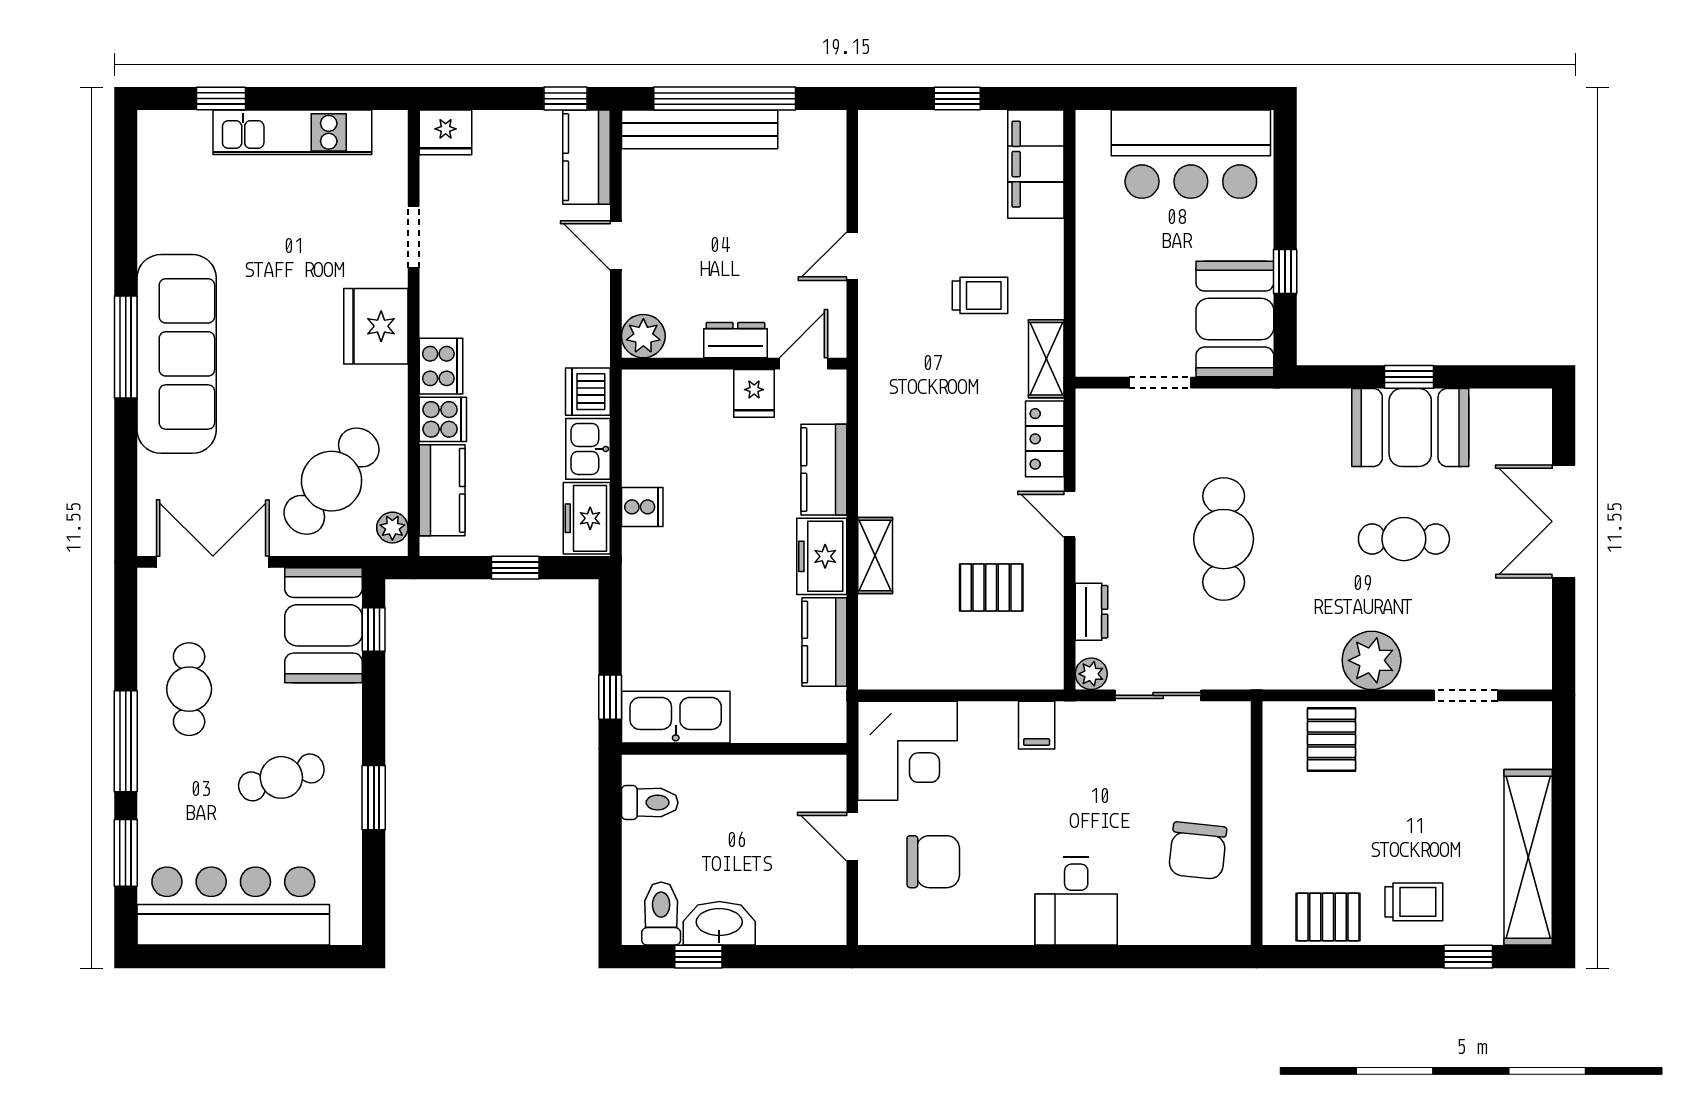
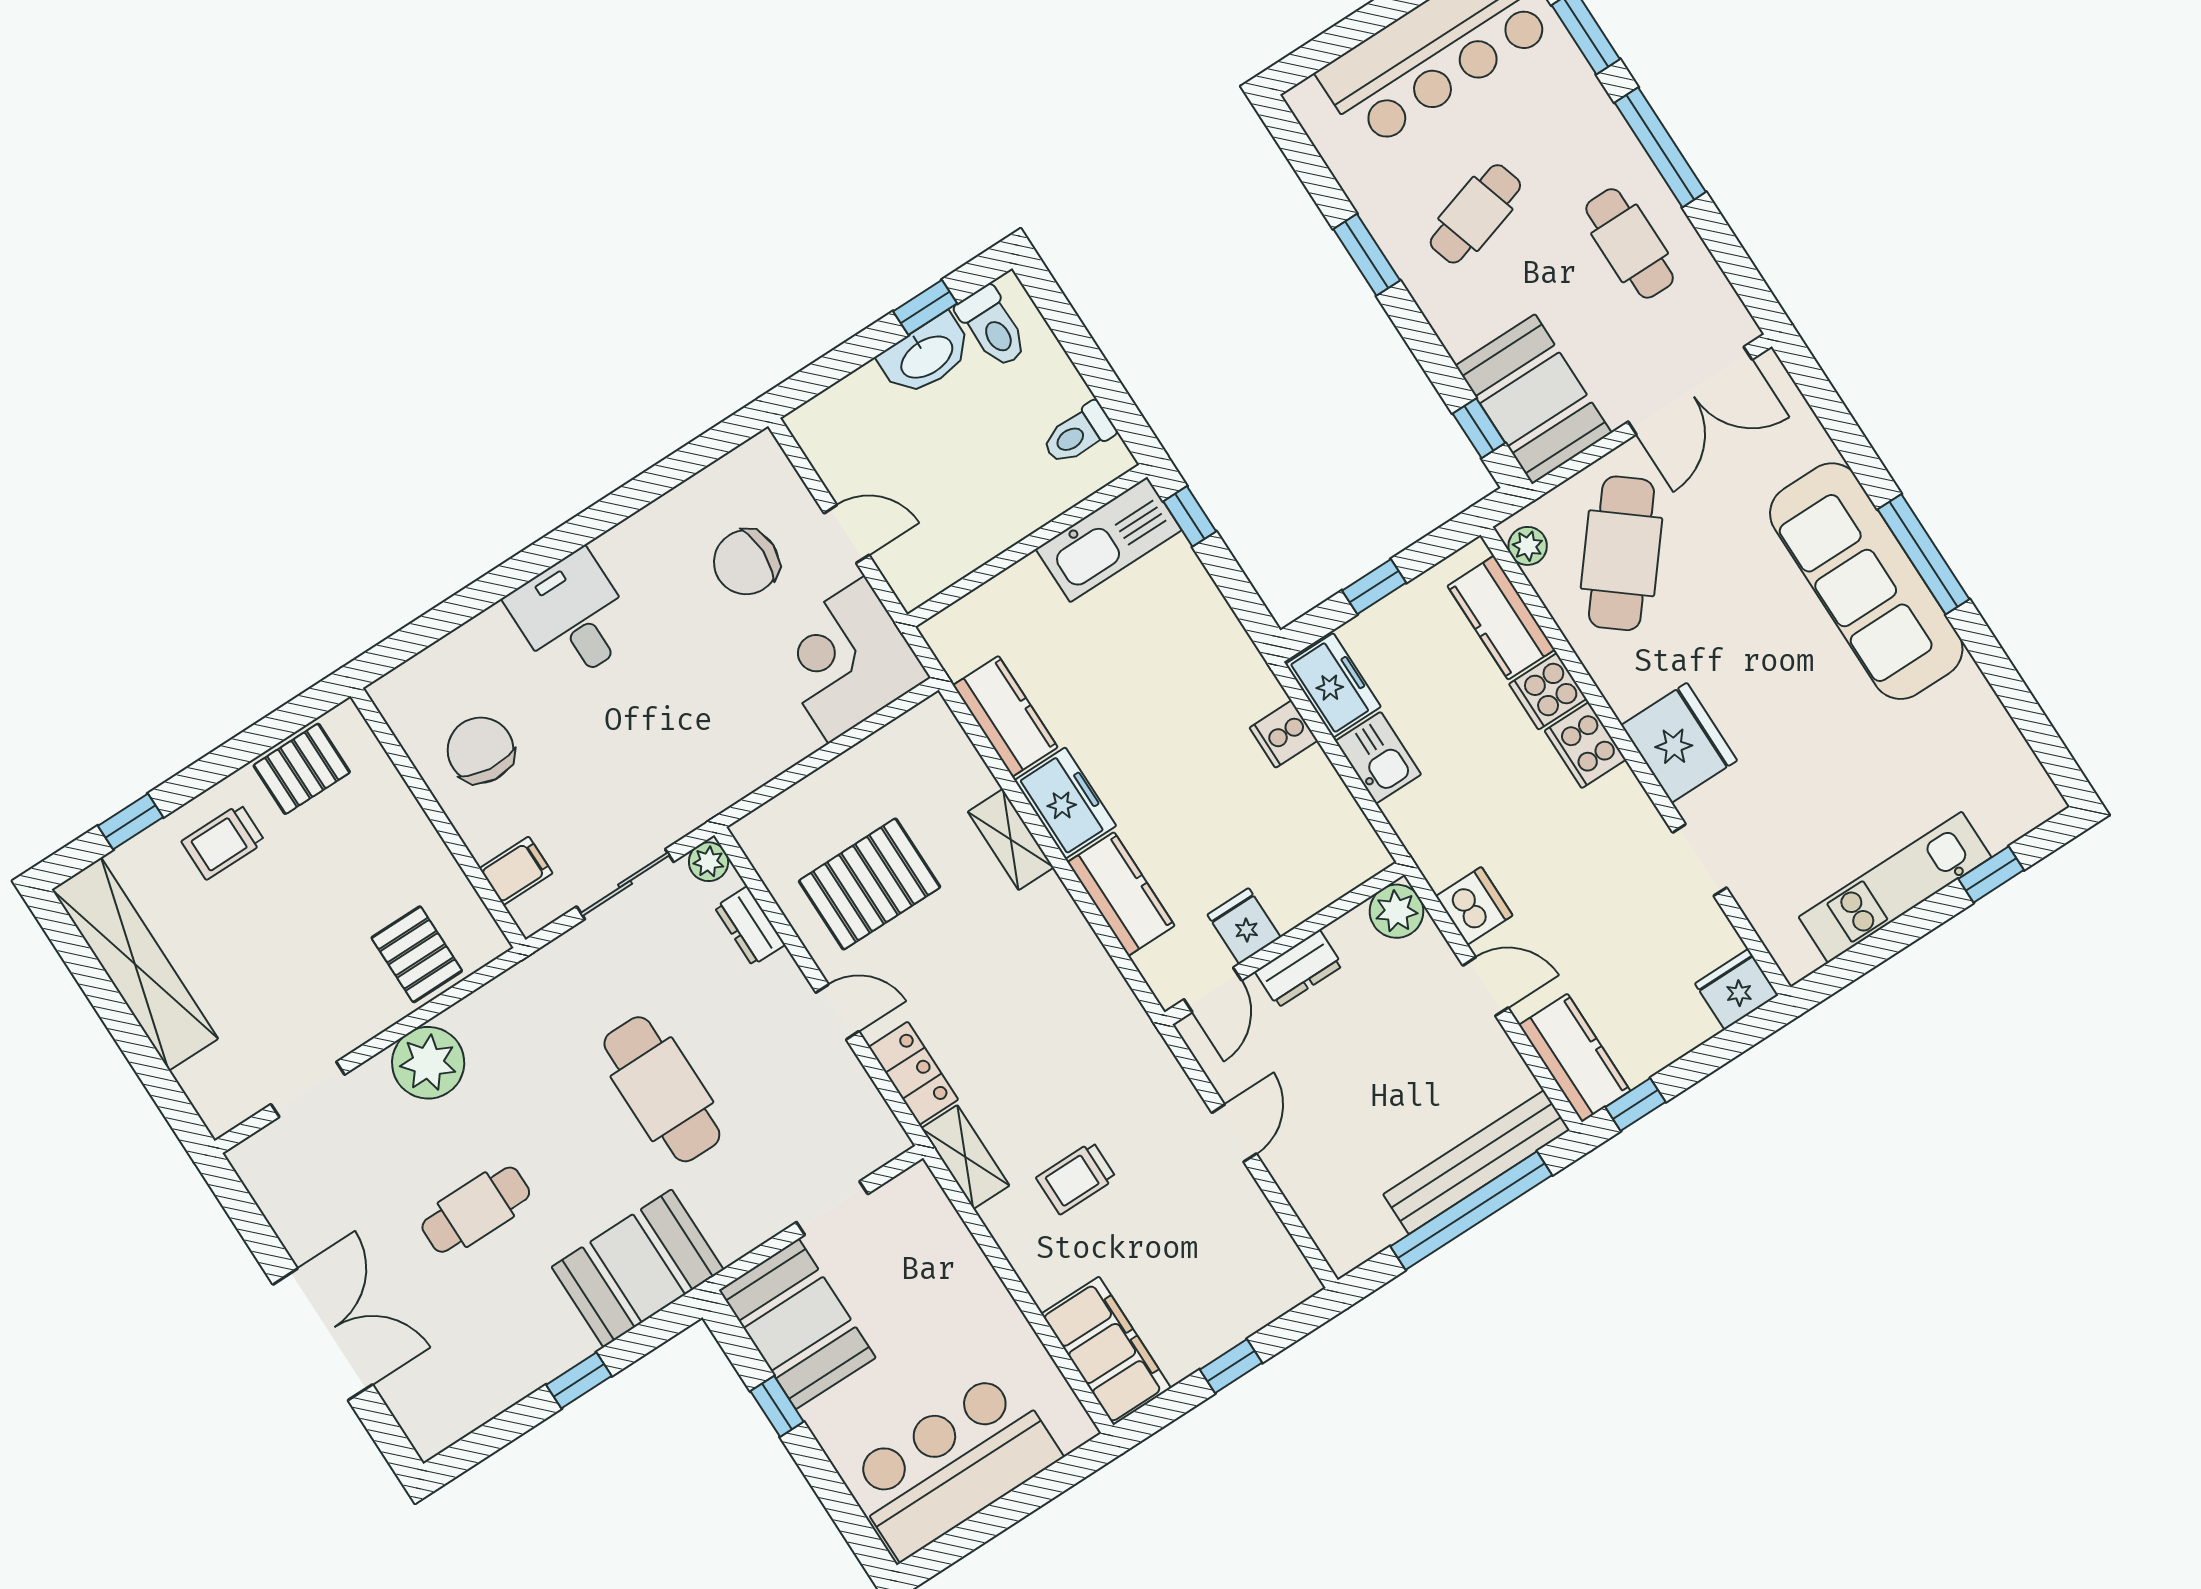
dishwasher: (588, 392) -> (1474, 906), moved
booth: (1410, 427) -> (638, 1268), moved
pallet: (991, 587) -> (870, 884), width x1.50, depth x1.42
filing cabinet: (1037, 725) -> (516, 871), moved, turned 90

